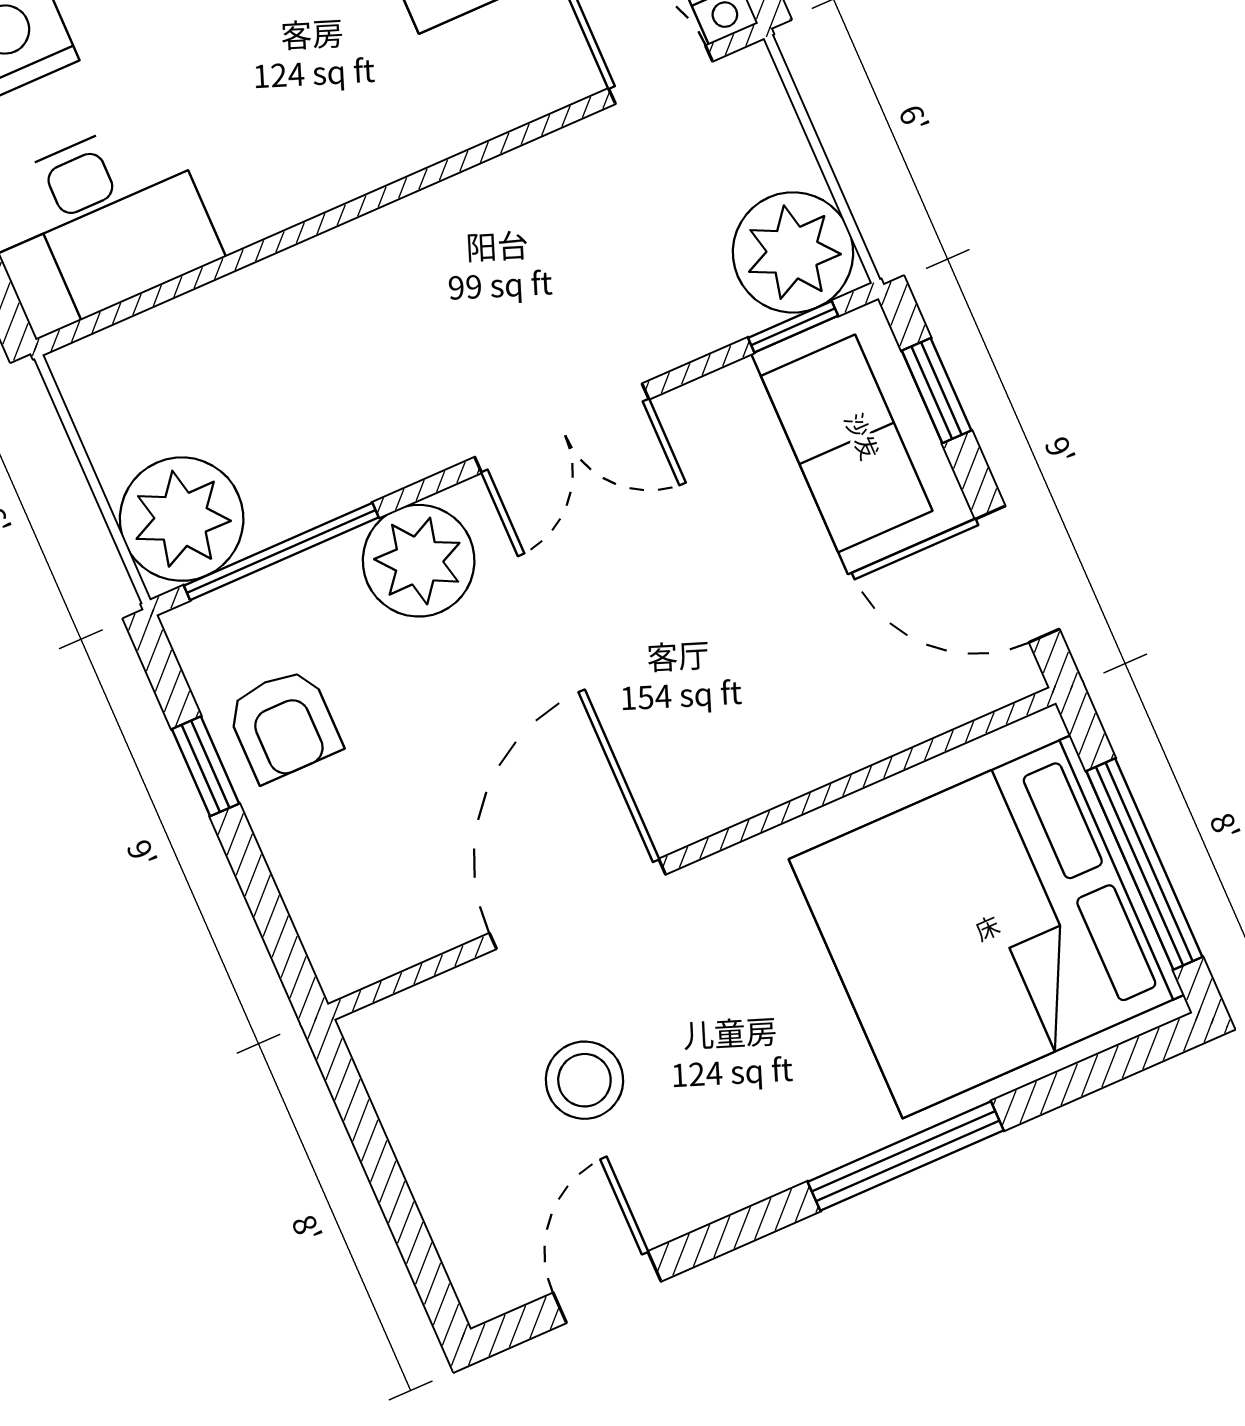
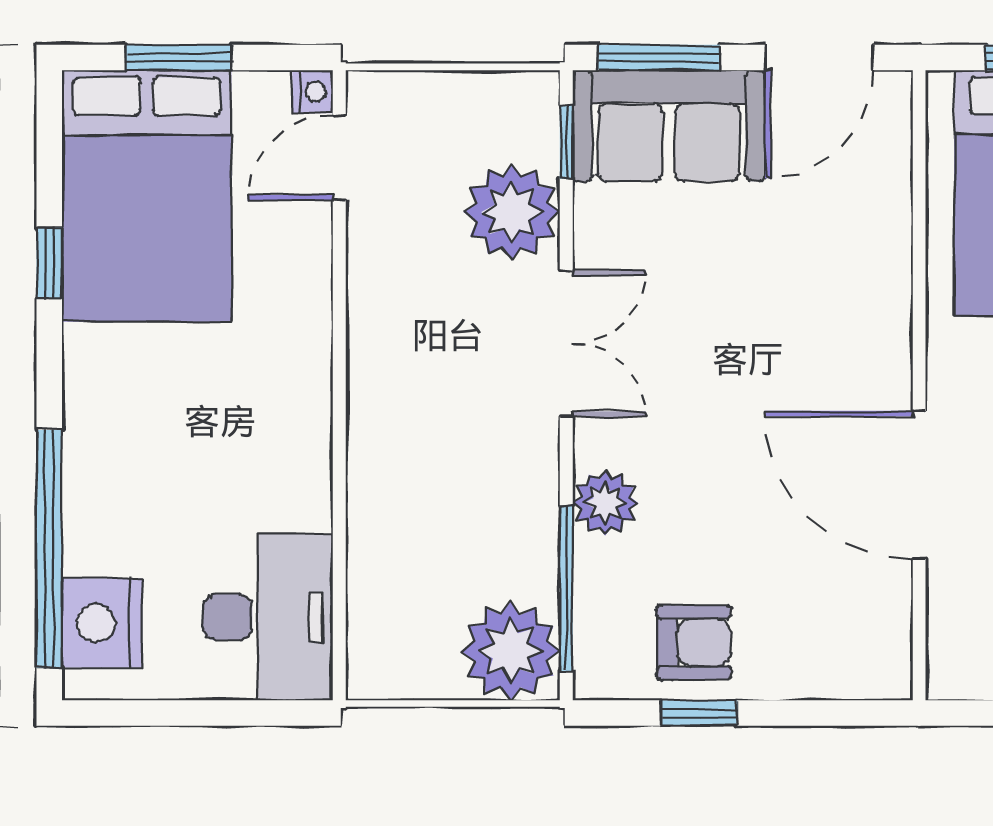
plant: (793, 252) -> (512, 212), moved
window: (937, 391) -> (659, 57), width x1.50
plant: (419, 561) -> (605, 503), width x0.73, depth x0.73

